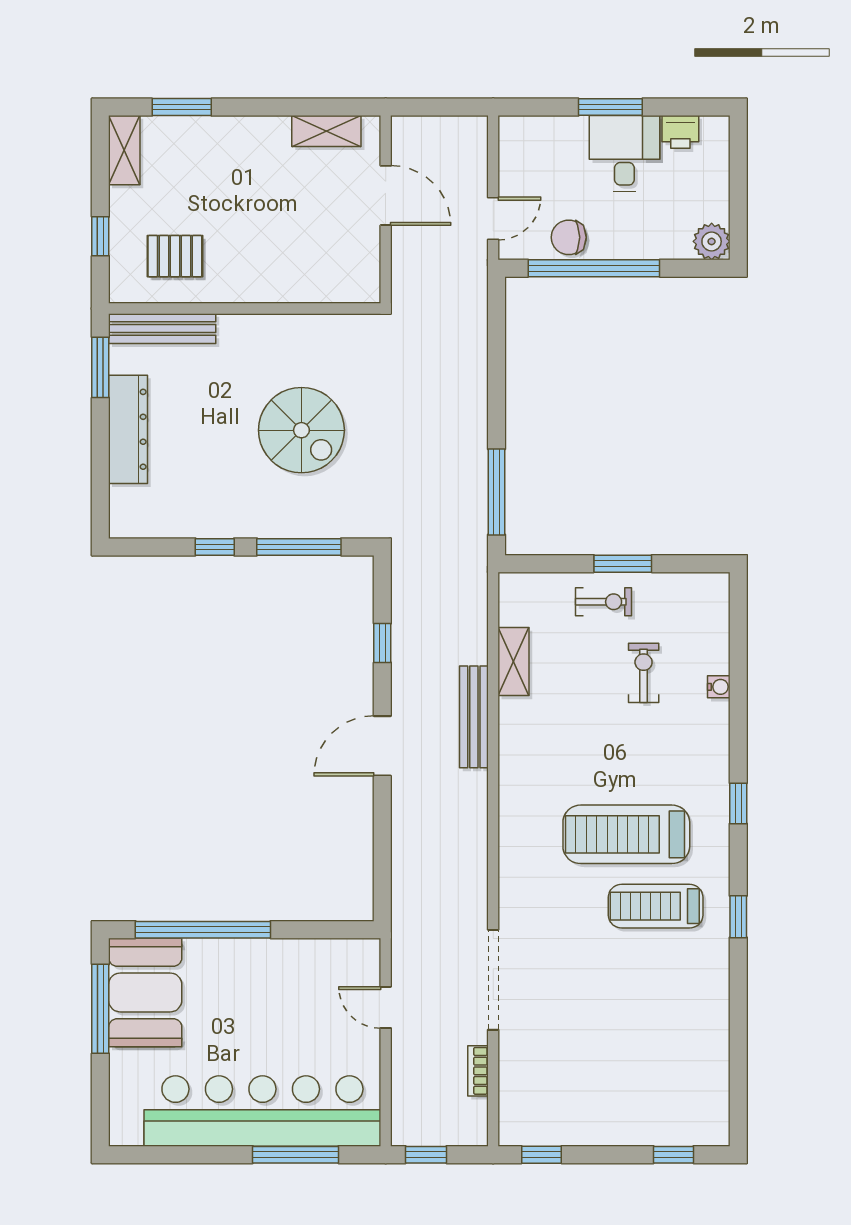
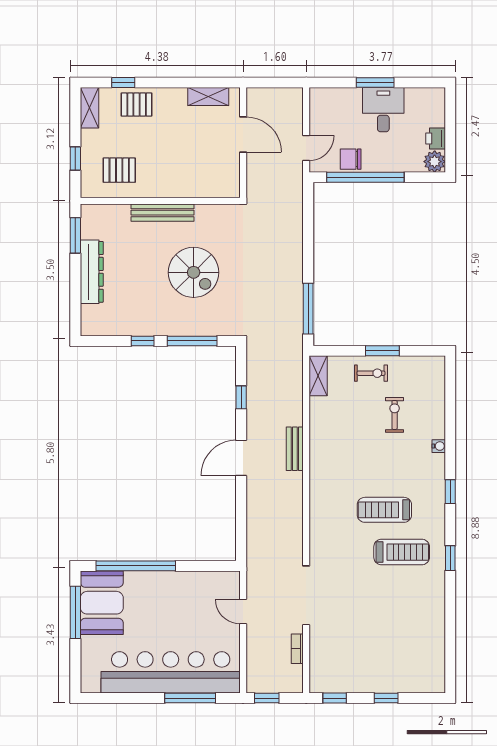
window: (182, 107) -> (123, 83), width x0.67
printer: (680, 132) -> (436, 138), moved, turned 90
pallet: (204, 145) -> (137, 105), added
bench: (162, 329) -> (162, 213), moved
shelving: (514, 662) -> (318, 376), moved
water cooler: (719, 687) -> (439, 446), moved
bench: (474, 717) -> (295, 449), width x0.73
treadmill: (626, 834) -> (384, 510), width x0.73, depth x0.73
treadmill: (656, 906) -> (402, 552), turned 180
window: (674, 1155) -> (386, 698), moved

